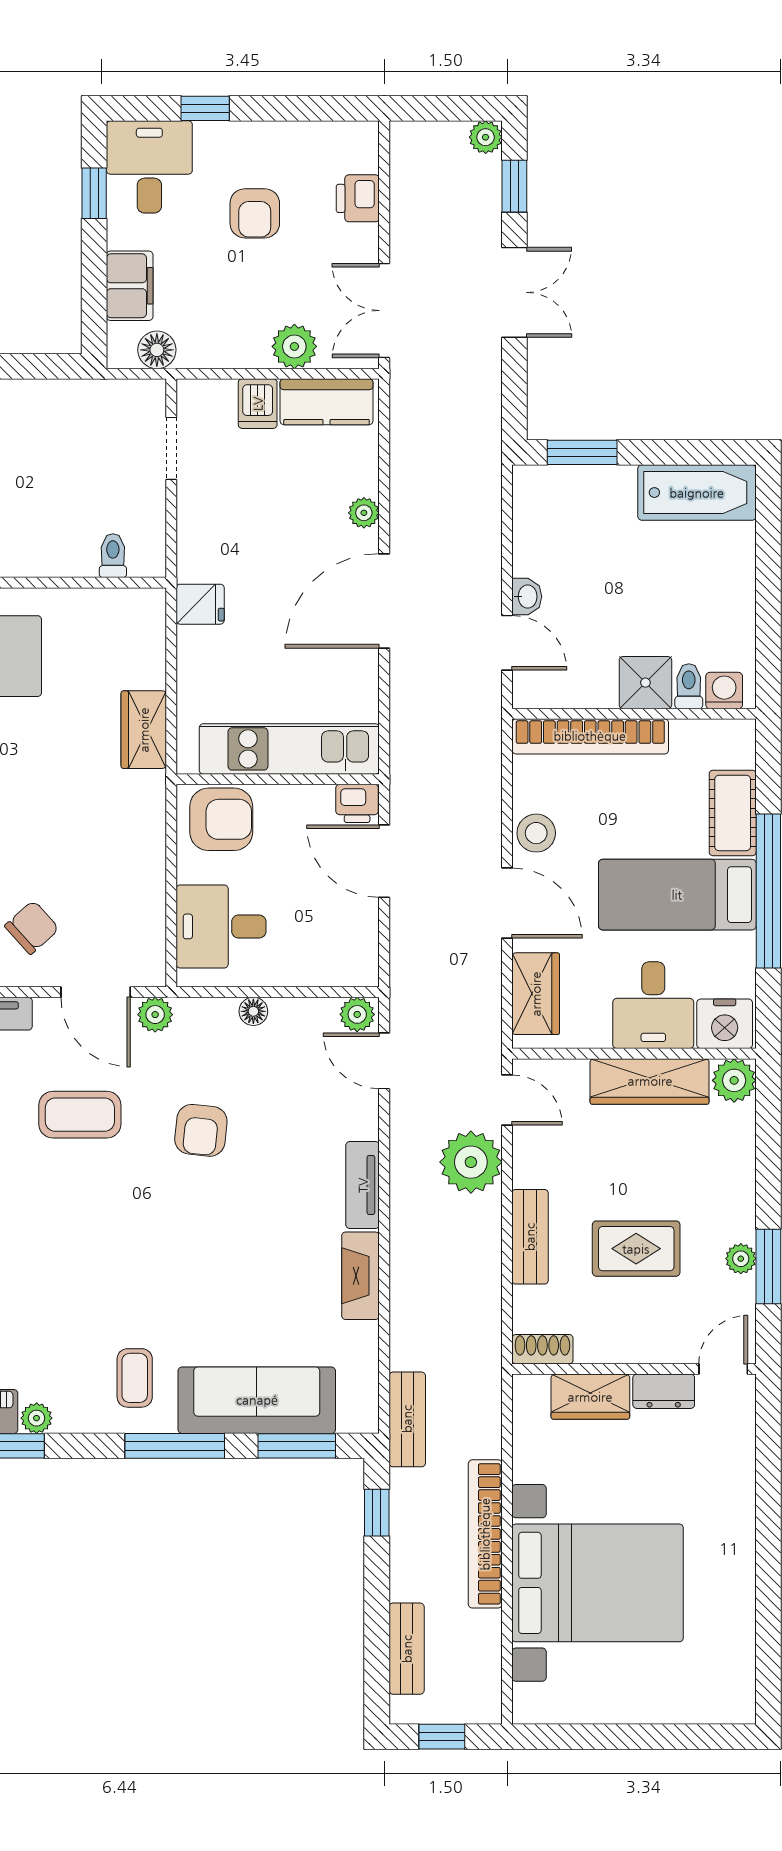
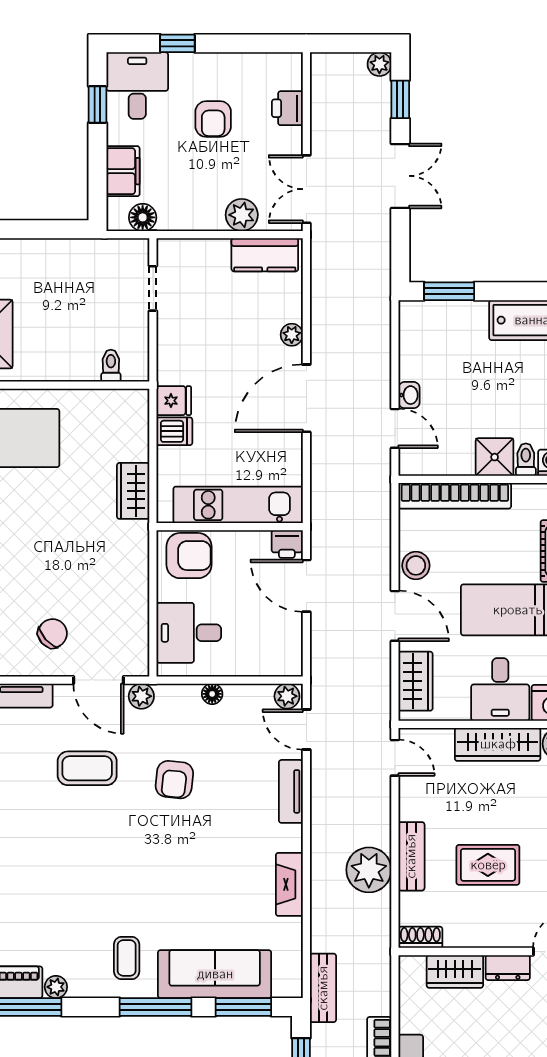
dishwasher: (258, 404) -> (174, 431), moved, turned -90
plant: (471, 1162) -> (369, 870), moved
tv unit: (363, 1185) -> (291, 791), moved

